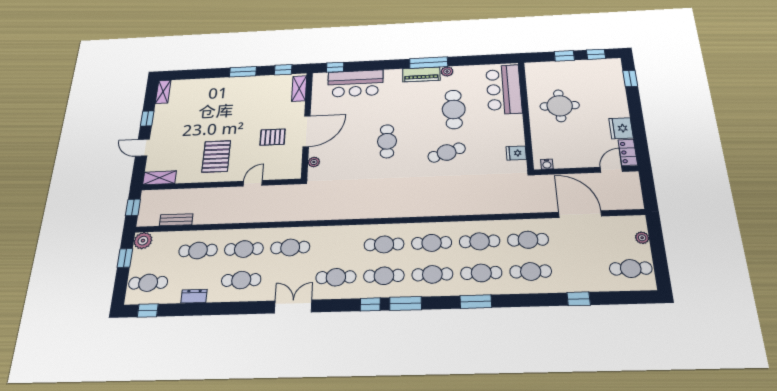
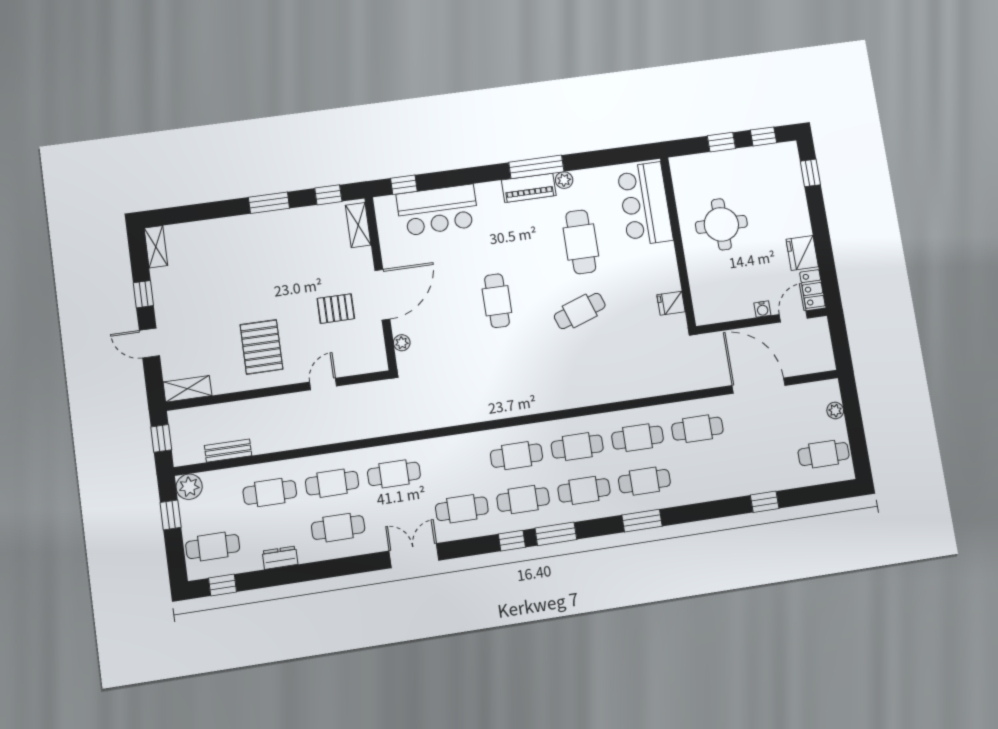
water cooler: (547, 164) -> (762, 309), moved
cafe table: (531, 271) -> (705, 472), removed

